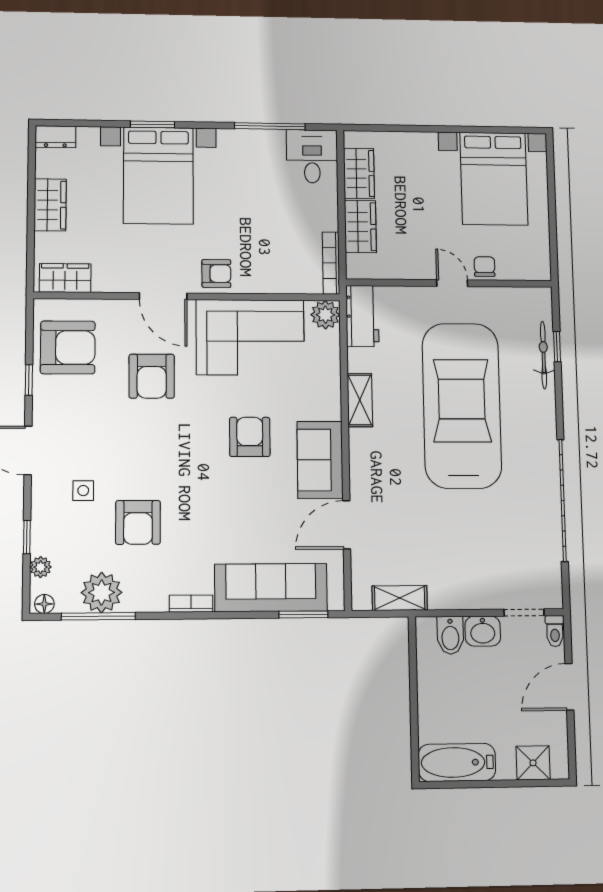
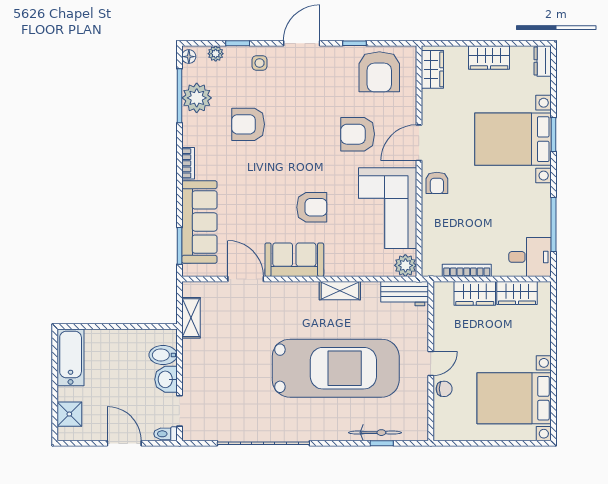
bookcase: (331, 263) -> (467, 270), moved
side table: (83, 491) -> (260, 63), moved

